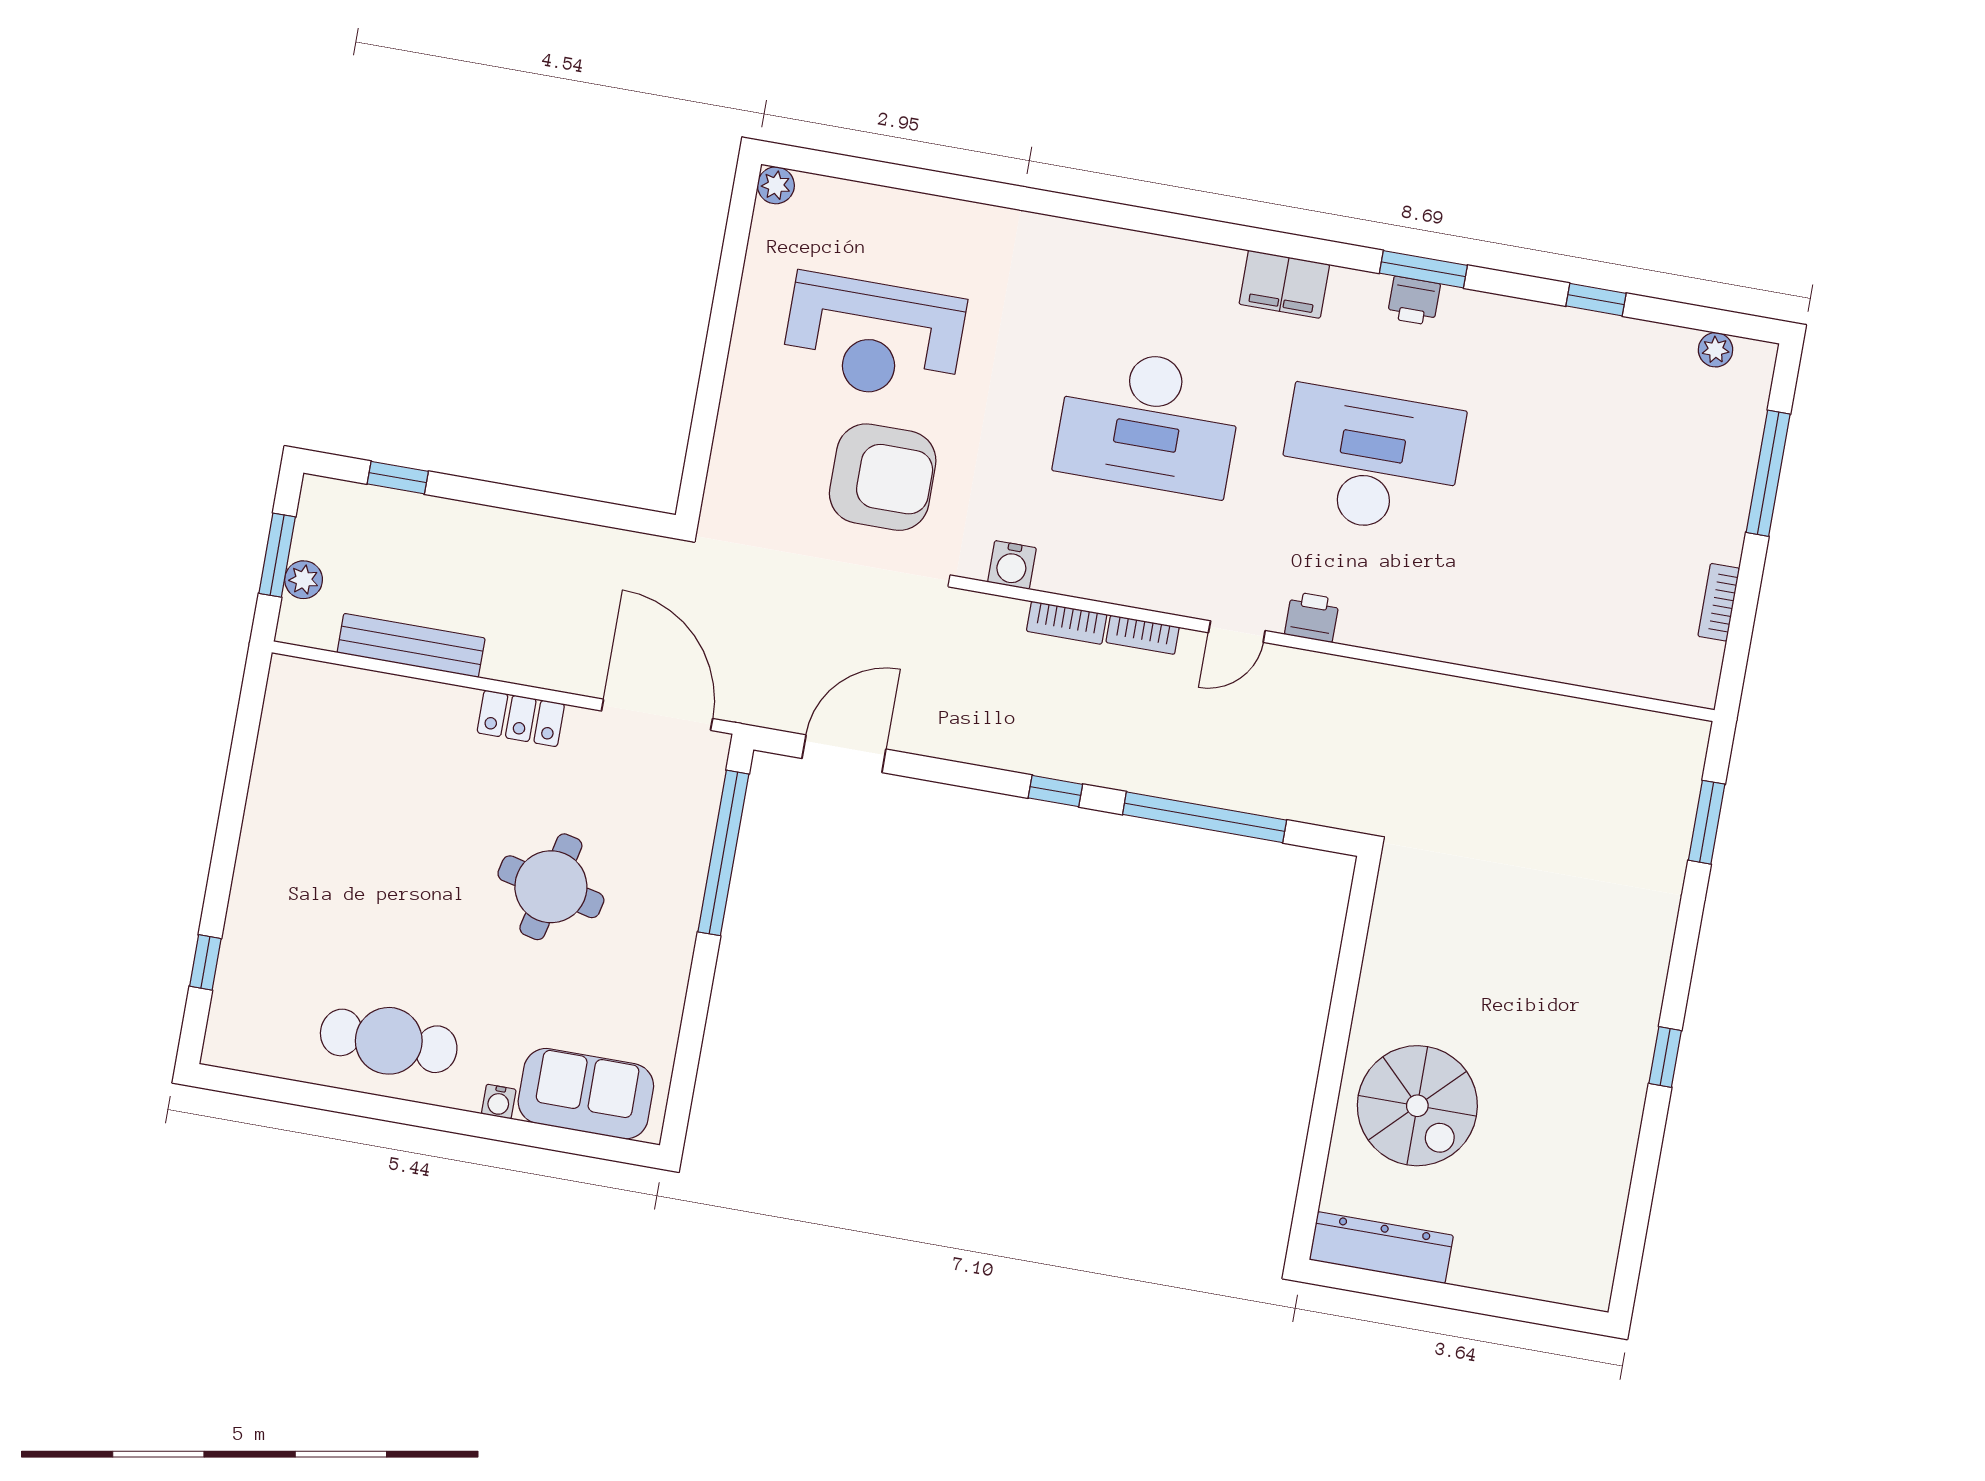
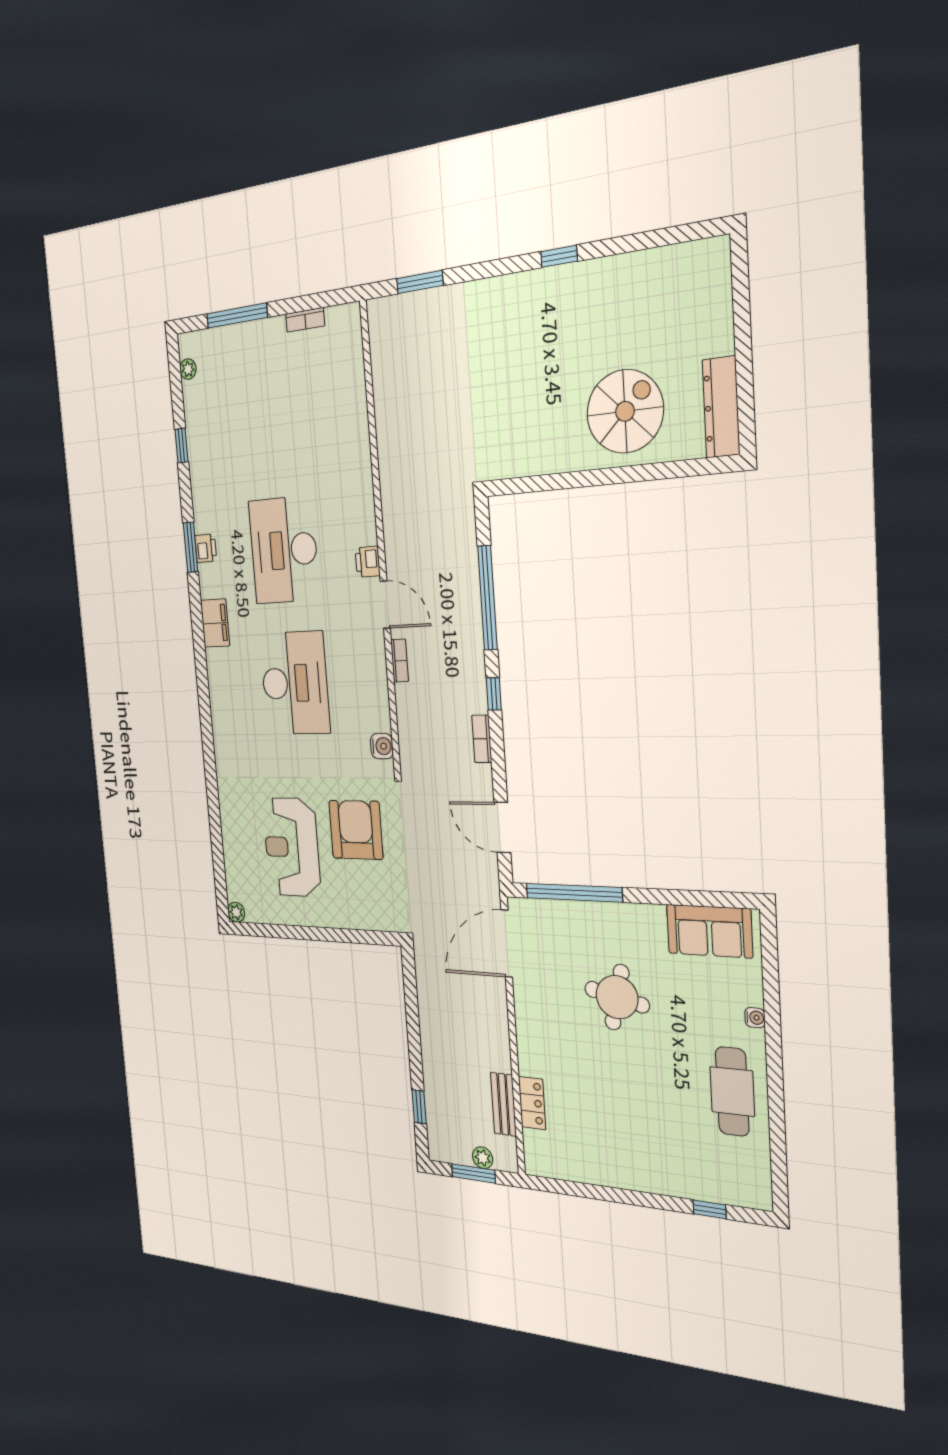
reception desk: (873, 338) -> (292, 847), turned 180
bookcase: (1067, 623) -> (482, 739), moved, turned 180
door: (1237, 632) -> (385, 605), width x1.37
bench: (411, 645) -> (503, 1104), width x0.73
locker: (521, 718) -> (532, 1103), moved
sofa: (586, 1094) -> (709, 931), moved, turned -90

